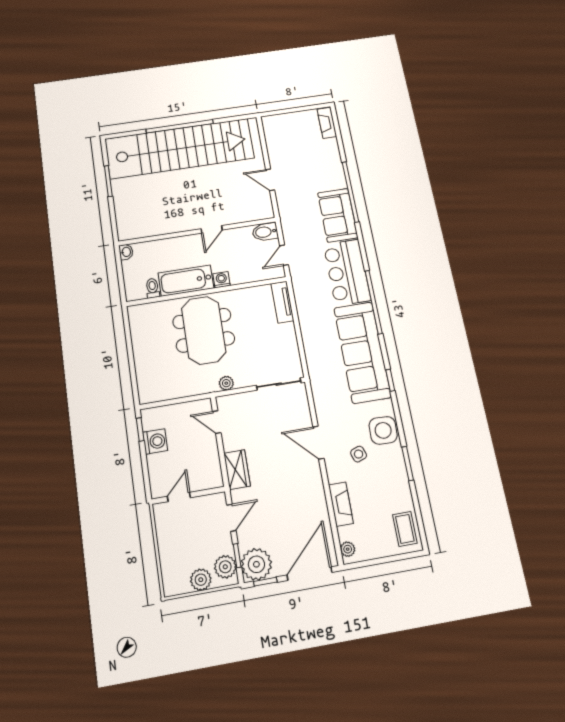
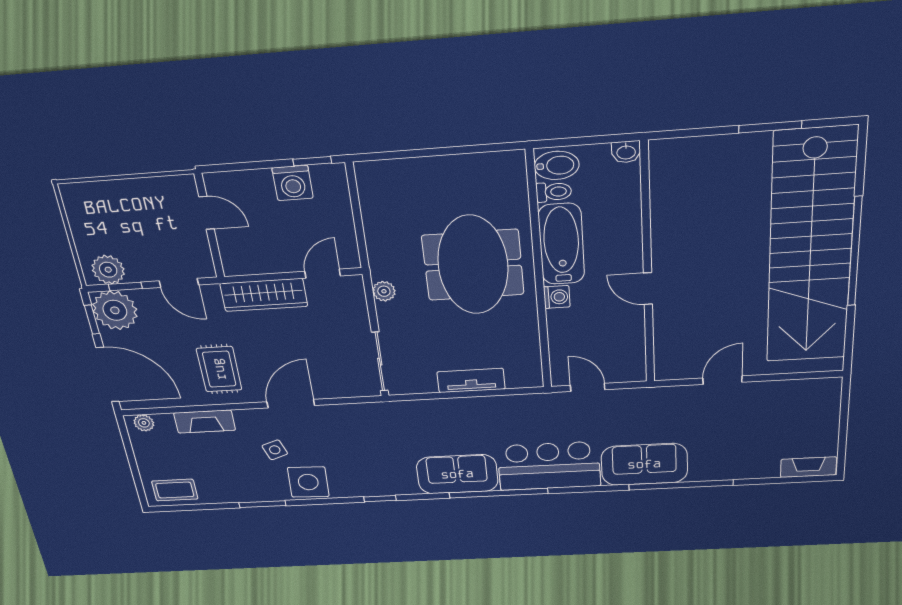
bidet: (265, 232) -> (557, 165), moved, turned 90
tv unit: (282, 302) -> (471, 380), moved
meeting table: (204, 330) -> (473, 265), turned 90
sofa: (362, 352) -> (457, 474), width x0.54, depth x0.79
wardrobe: (237, 470) -> (264, 295), width x1.50
rug: (296, 492) -> (219, 369), added
plant: (201, 580) -> (87, 236), removed

